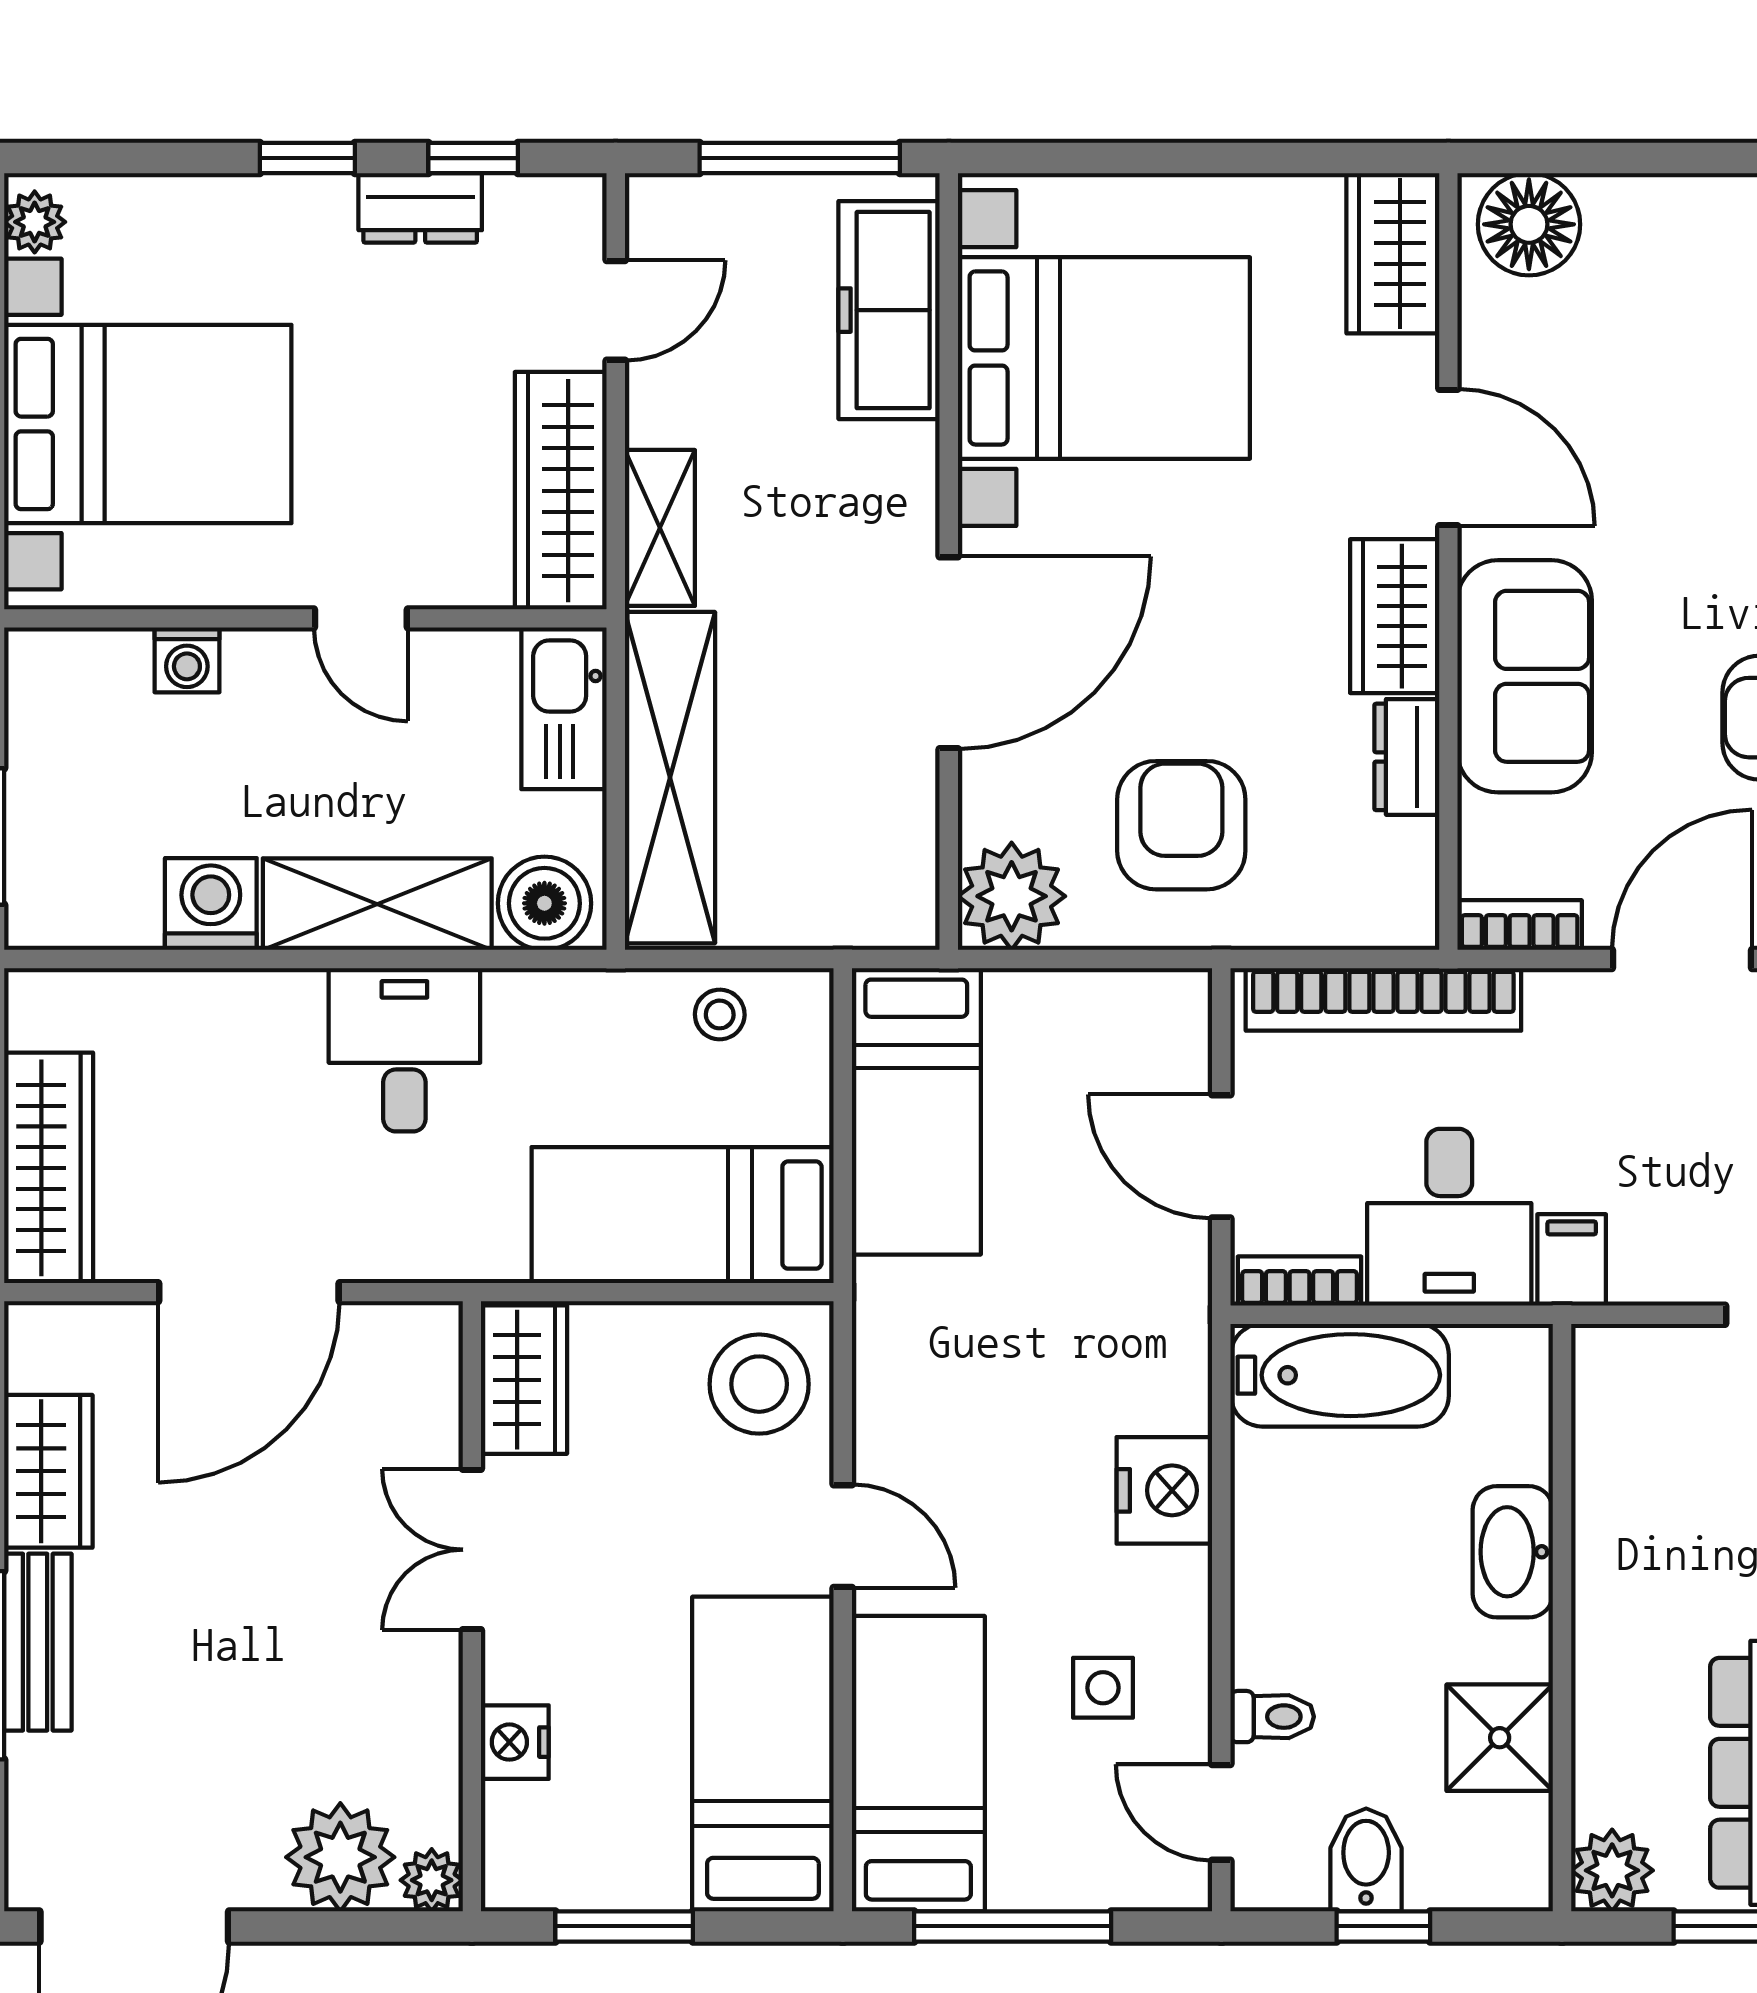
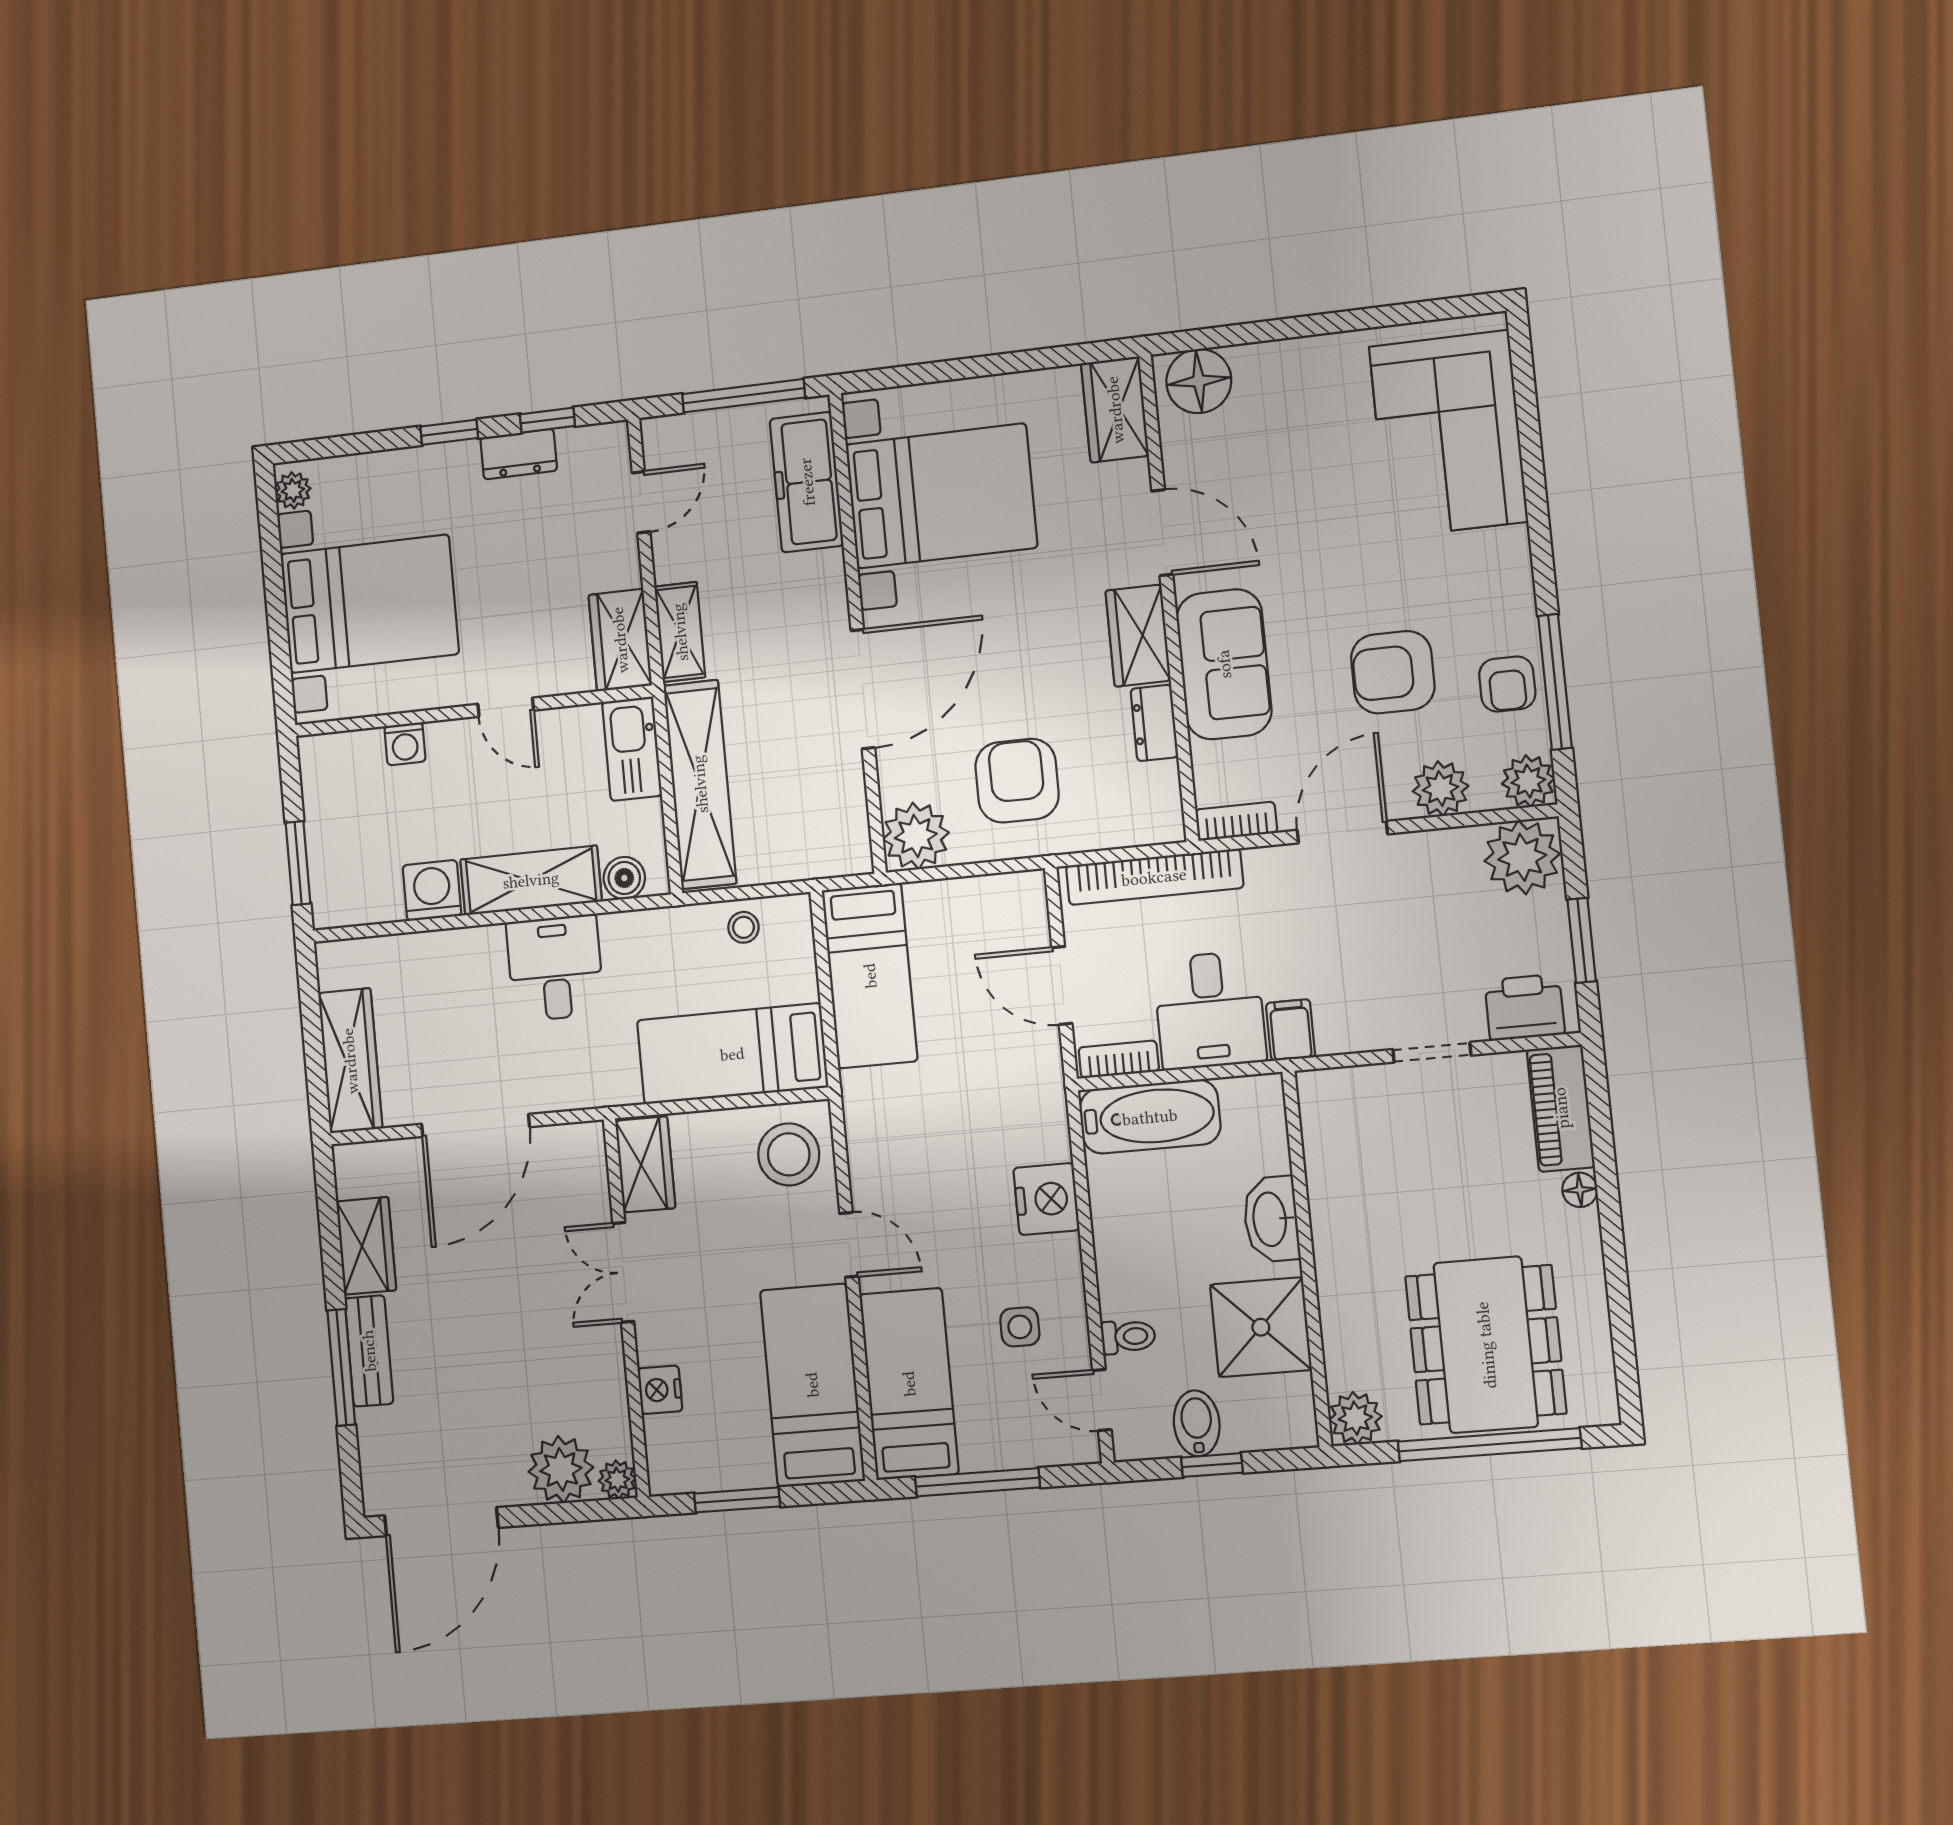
wardrobe: (561, 491) -> (620, 640), width x0.67
boiler: (544, 903) -> (624, 878), width x0.73, depth x0.73
shower: (1500, 1738) -> (1261, 1327), width x1.36, depth x1.36

